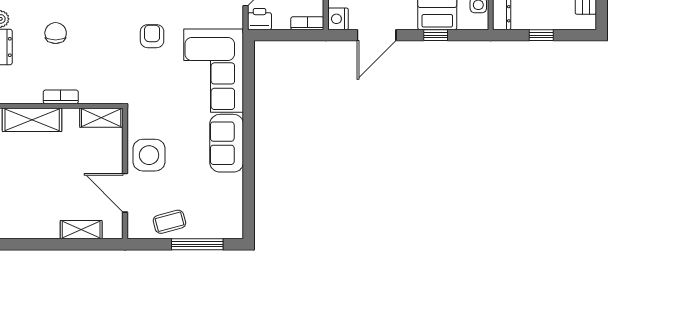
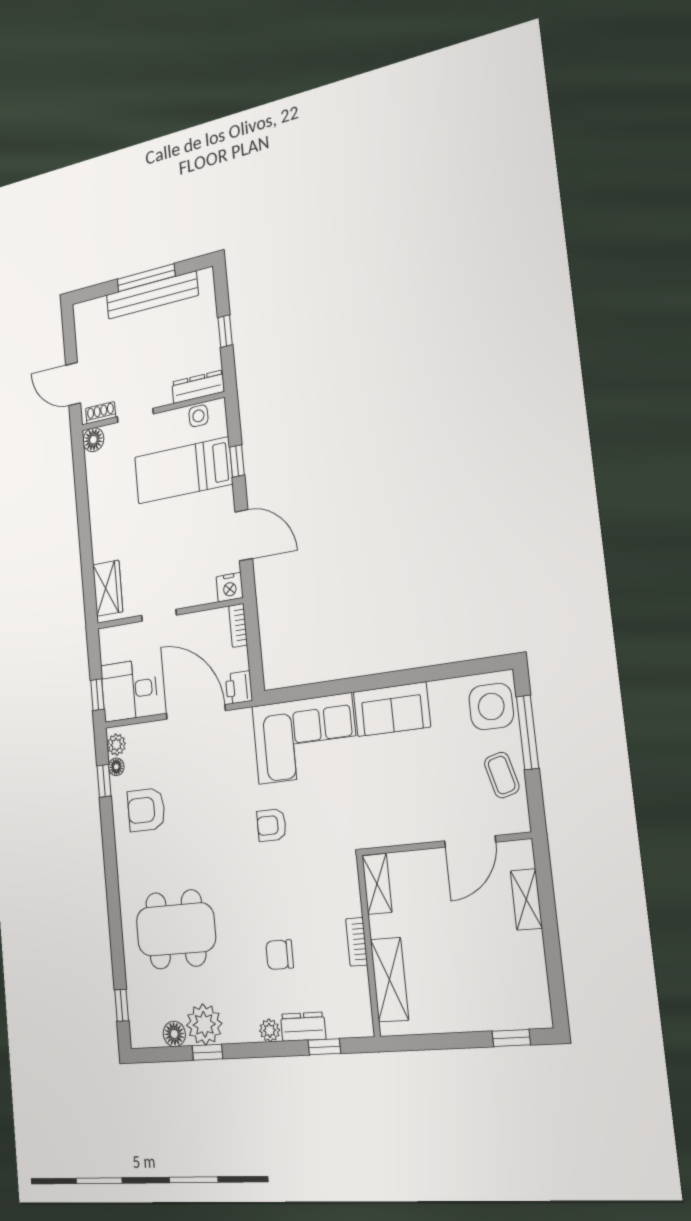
side table: (149, 155) -> (491, 706), moved

